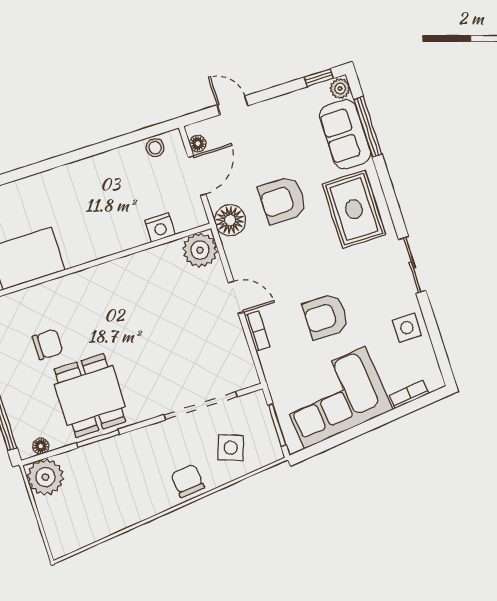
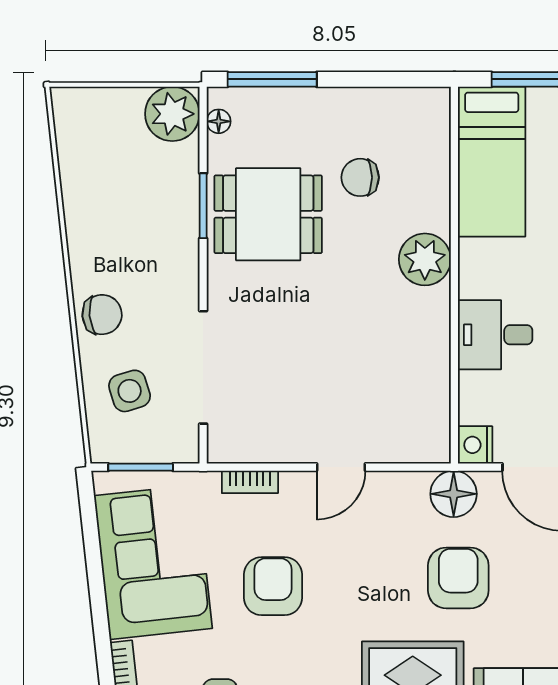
desk: (120, 226) -> (495, 335), added
nightstand: (160, 228) -> (475, 445), moved
plant: (200, 250) -> (425, 259), moved
bookcase: (257, 331) -> (250, 482), moved
chair: (48, 344) -> (360, 177), turned 90
side table: (231, 448) -> (130, 391), turned -37

